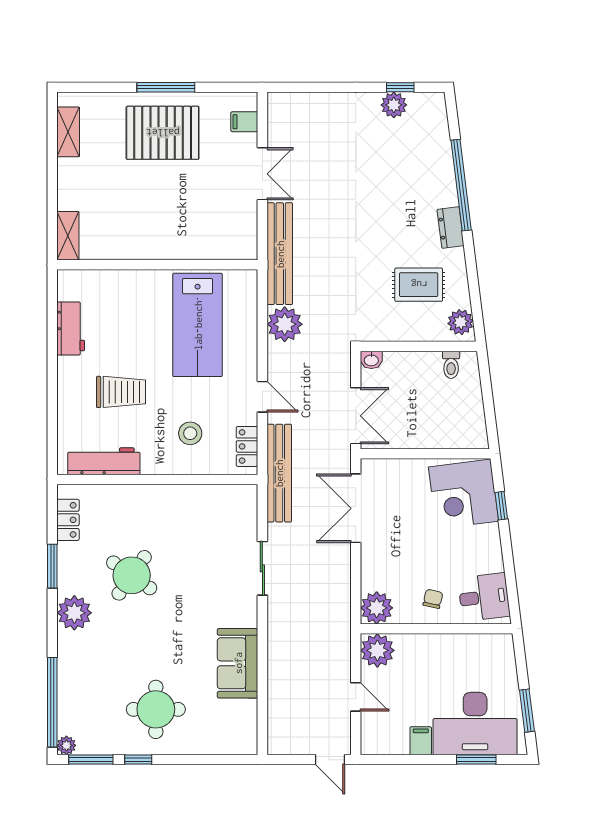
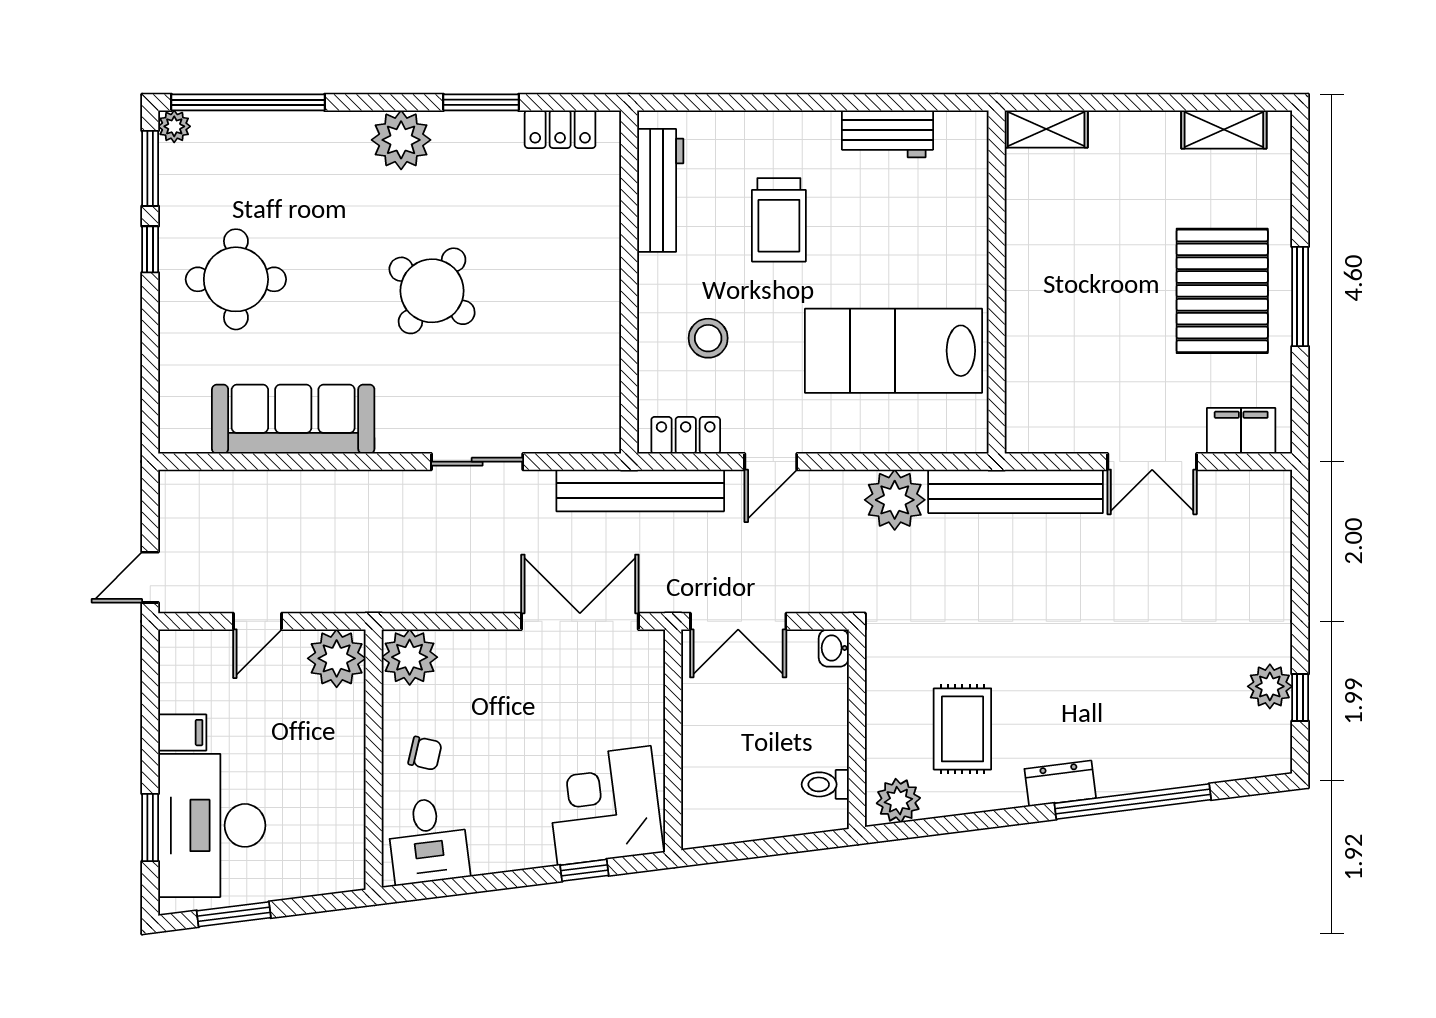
filing cabinet: (244, 122) -> (1241, 431), width x2.00
round table: (132, 575) -> (432, 291), moved
sofa: (238, 663) -> (293, 419), width x1.36

